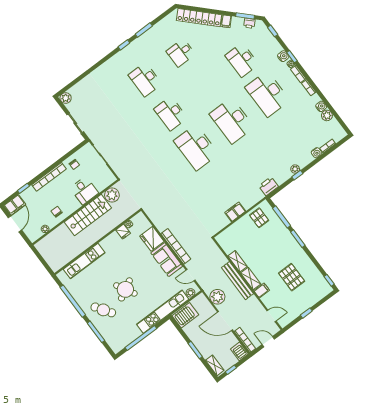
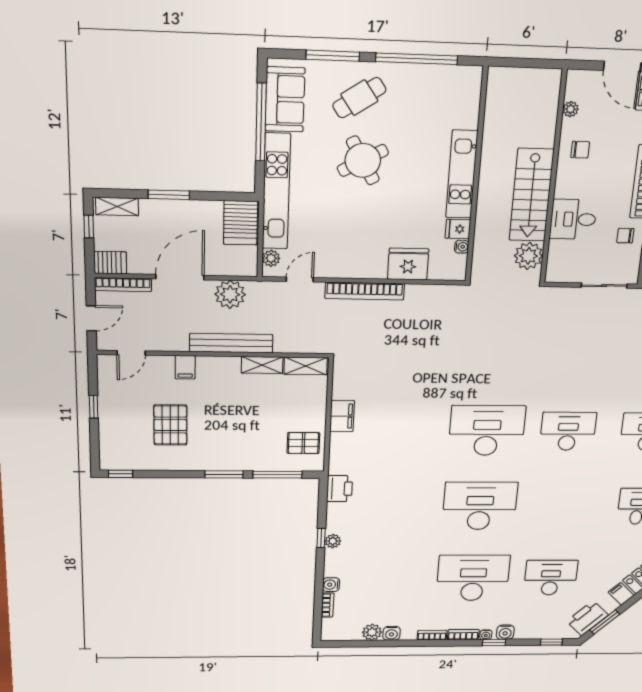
printer: (249, 23) -> (587, 618), width x1.87, depth x1.48
sofa: (167, 260) -> (285, 99), moved, turned 90
kitchen unit: (84, 261) -> (462, 174), moved
pallet: (292, 277) -> (170, 425), turned 90
shelving: (251, 278) -> (306, 366), moved

